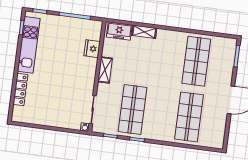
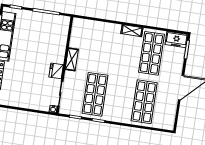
freezer: (119, 31) -> (176, 40), moved
shelving: (144, 32) -> (132, 31), moved
fridge: (92, 49) -> (56, 71), moved

